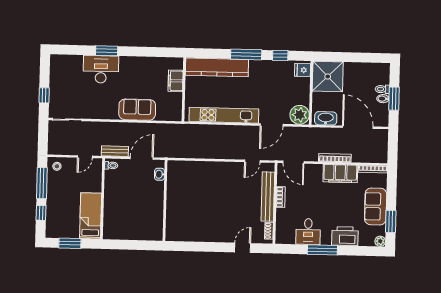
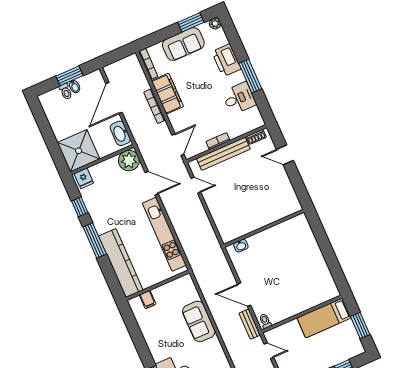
filing cabinet: (176, 81) -> (148, 300), width x0.50
washbasin: (160, 174) -> (241, 246), moved
wall: (165, 200) -> (264, 228), moved

